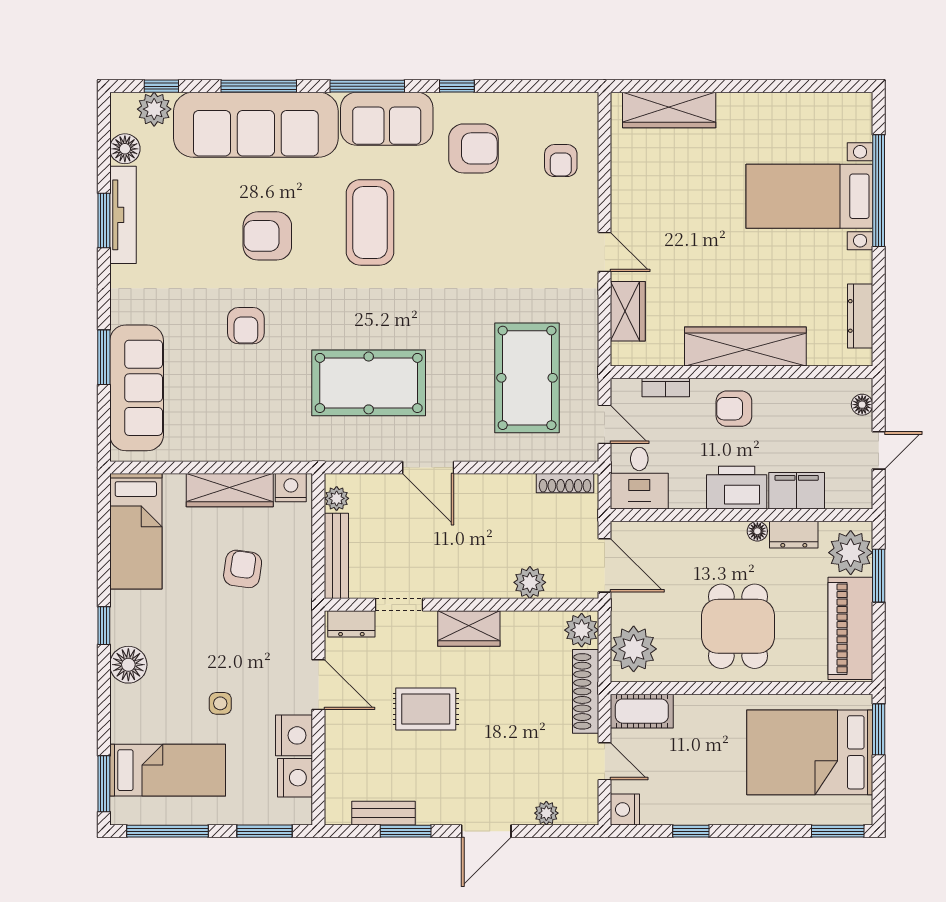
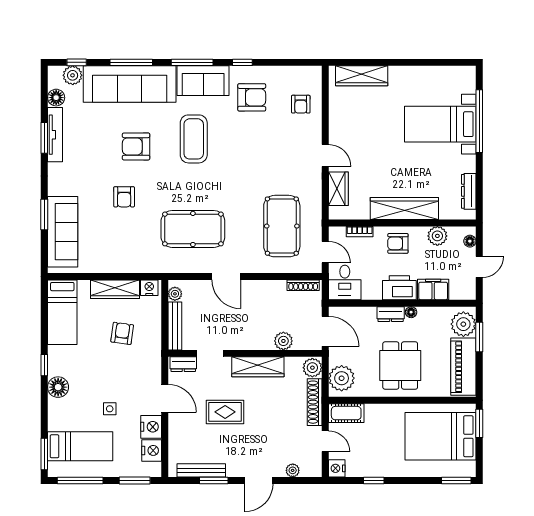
plant: (804, 395) -> (437, 236), added
dresser: (794, 535) -> (391, 314), moved
wardrobe: (469, 628) -> (258, 367), width x1.50
bench: (383, 813) -> (201, 470), width x1.36

